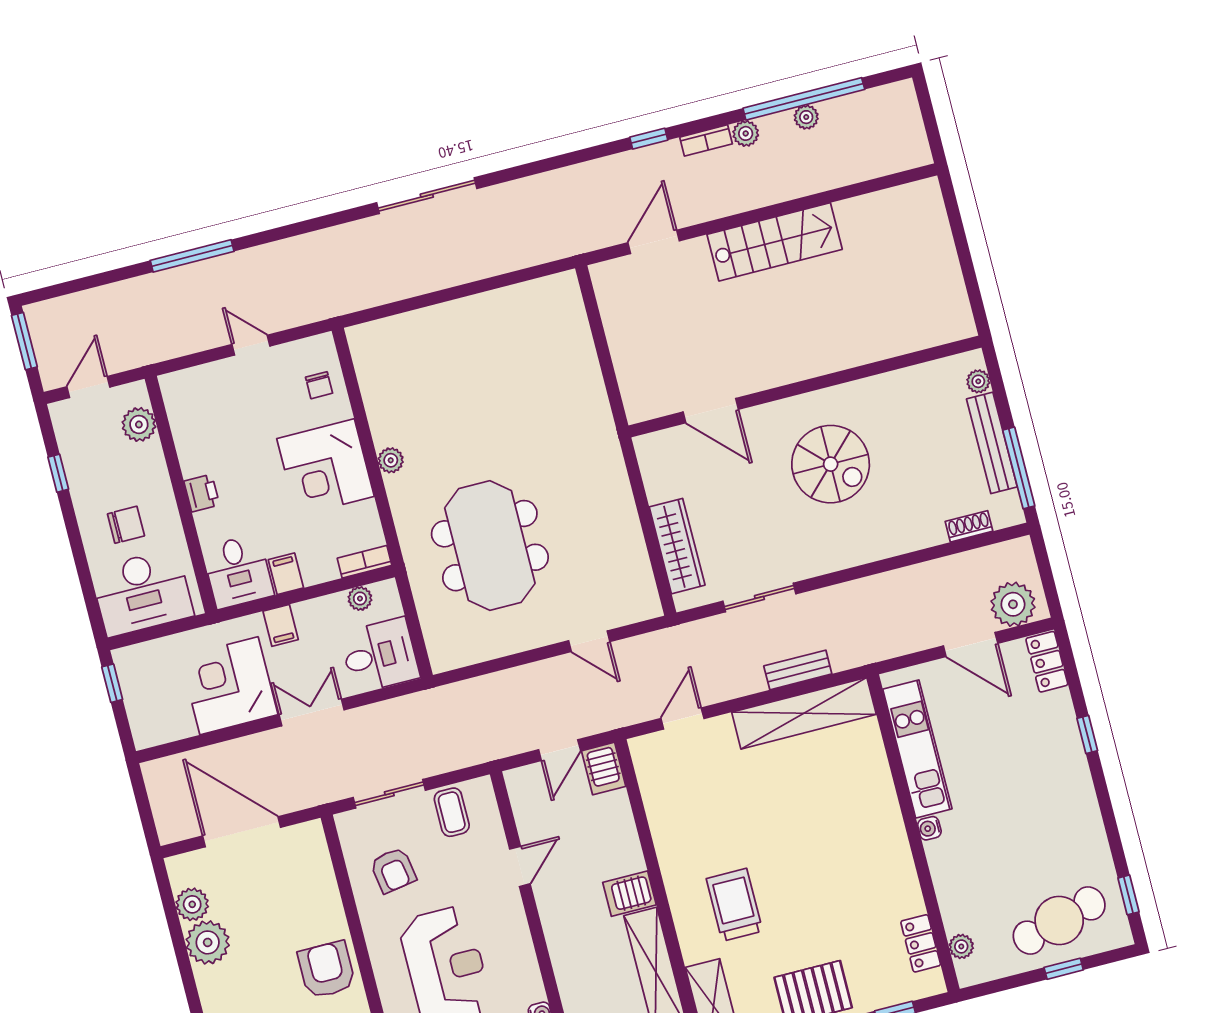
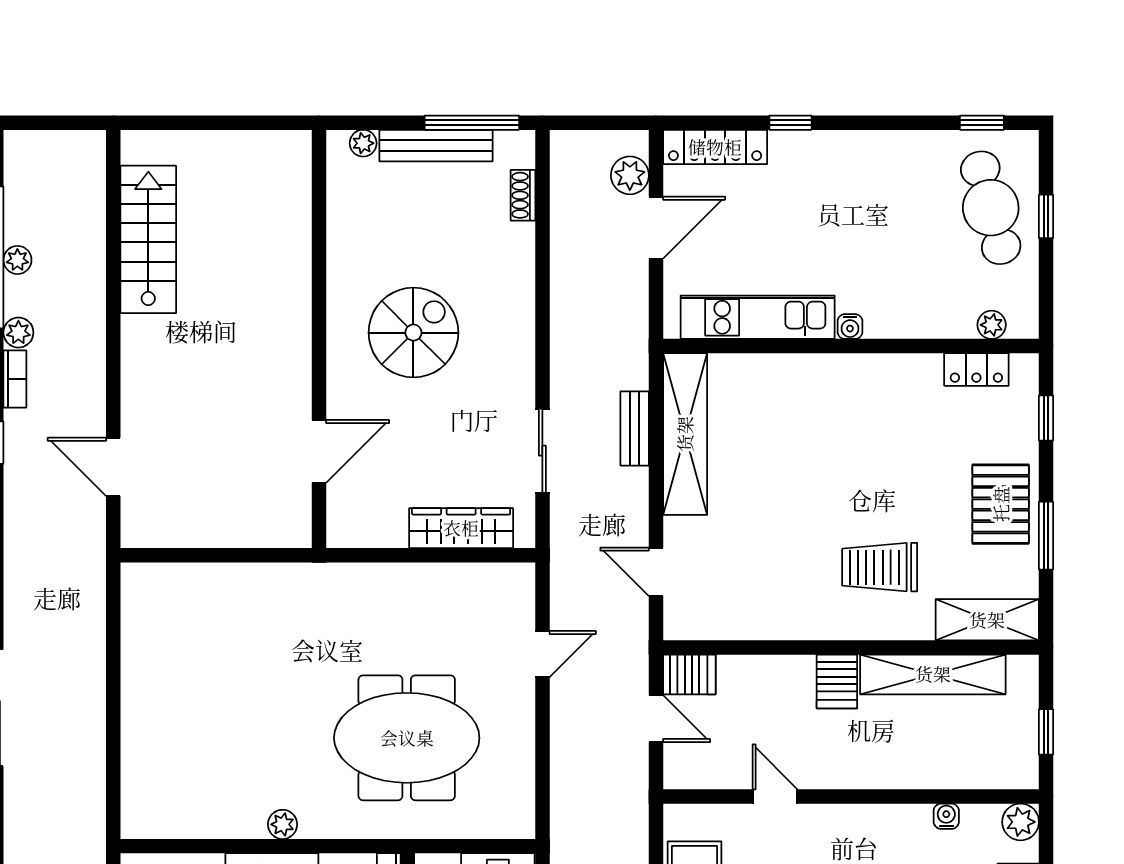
stairs: (775, 242) -> (148, 239), moved
plant: (1013, 604) -> (630, 175), width x0.73, depth x0.73
locker: (1047, 662) -> (715, 147), width x1.53

